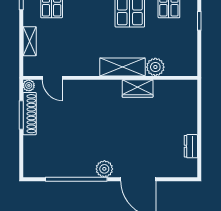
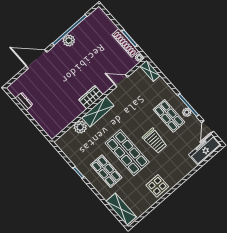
shelving: (30, 41) -> (150, 71), moved
door: (52, 78) -> (121, 81), moved
wardrobe: (138, 89) -> (91, 97), moved
plant: (104, 169) -> (69, 41), moved

